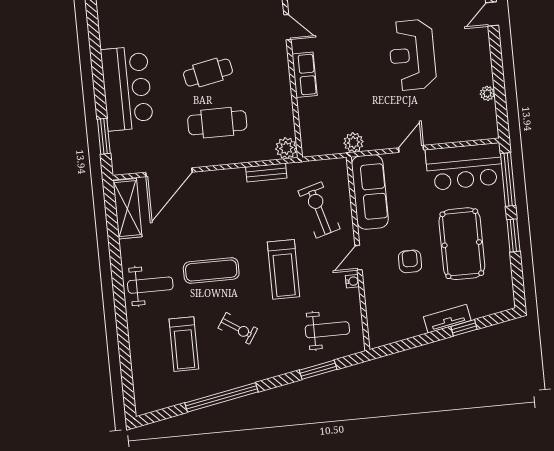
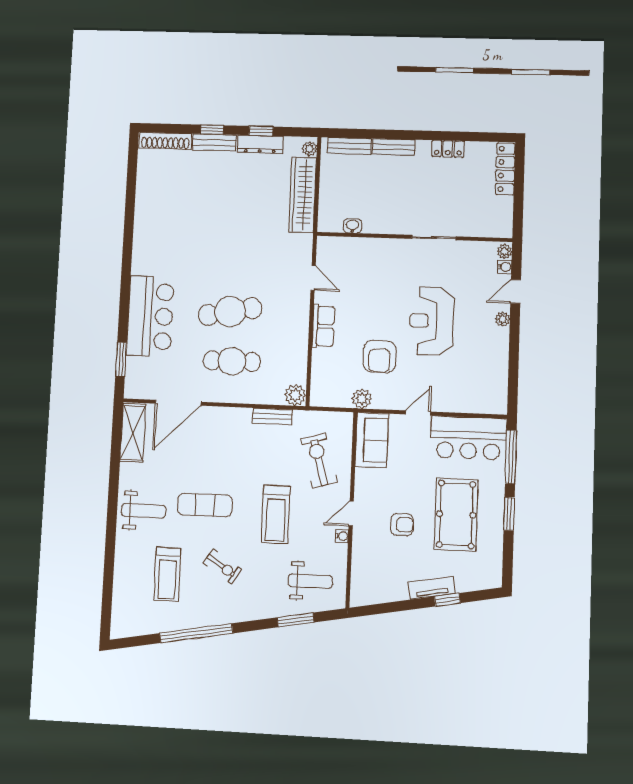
cafe table: (208, 73) -> (230, 311), width x1.37, depth x1.35
plant: (487, 93) -> (503, 319), moved
armchair: (365, 98) -> (380, 357), added
sofa: (370, 192) -> (372, 440), width x0.73
armchair: (410, 261) -> (402, 525), turned 90

